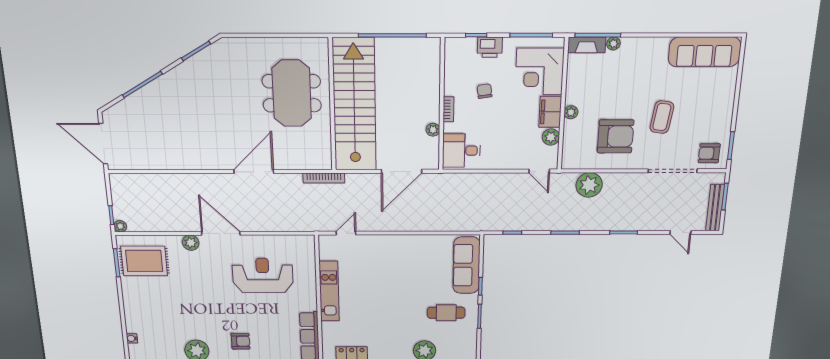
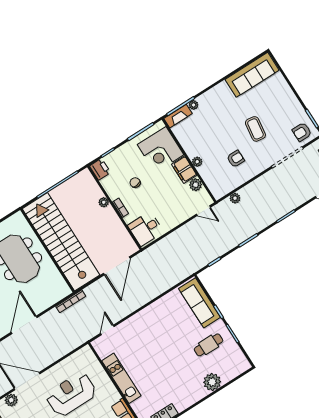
printer: (490, 47) -> (100, 169), moved, turned -90
plant: (433, 130) -> (104, 202), moved
armchair: (616, 136) -> (236, 159), width x0.53, depth x0.53
plant: (589, 185) -> (235, 198), width x0.53, depth x0.53

